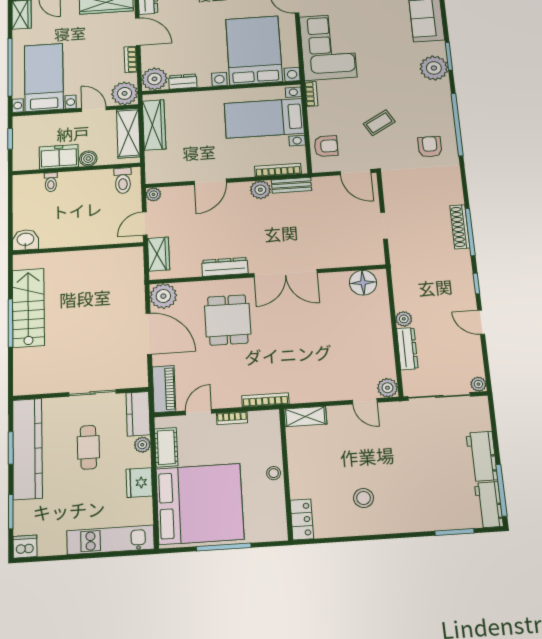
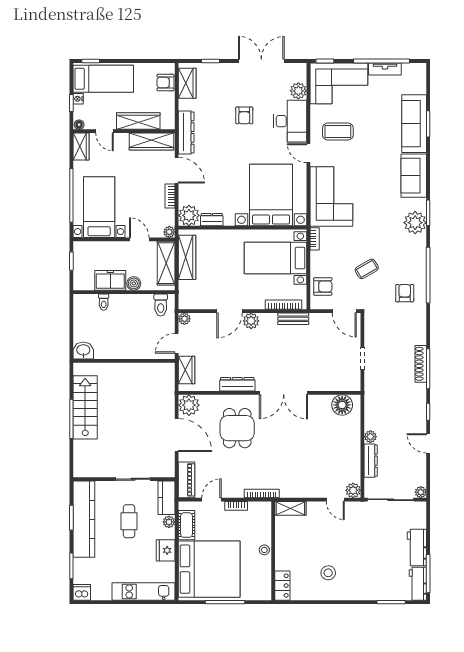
plant: (125, 93) -> (169, 232), width x0.53, depth x0.53
plant: (260, 190) -> (251, 321), moved

